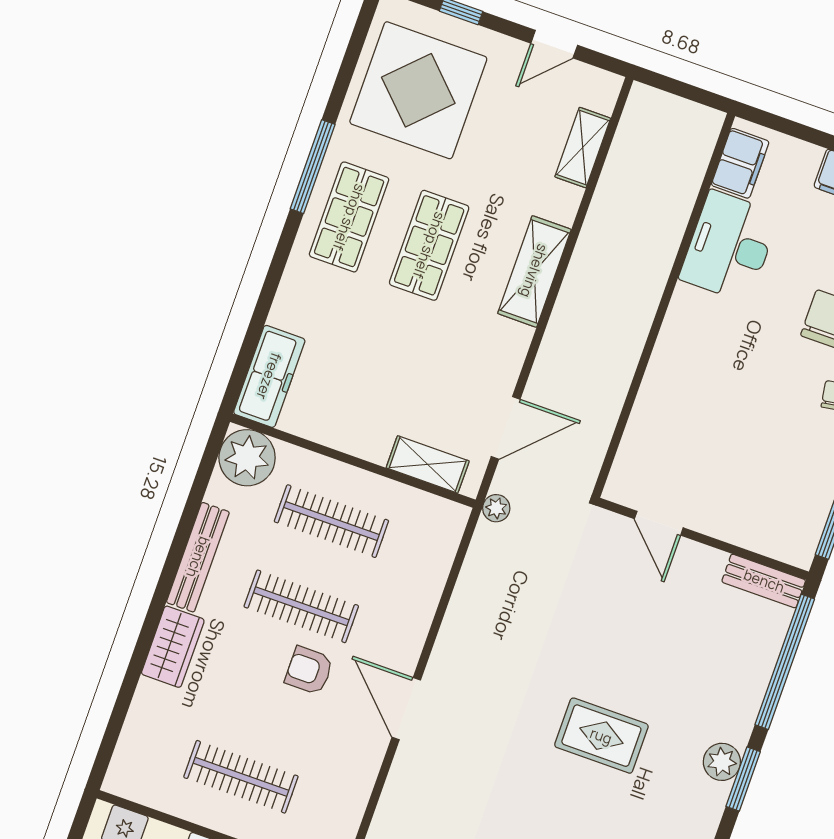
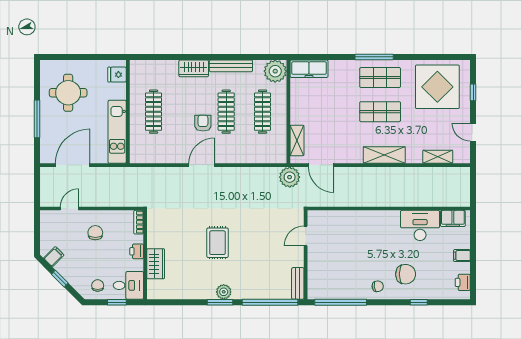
window: (313, 167) -> (374, 57), moved
plant: (496, 508) -> (290, 177), width x1.88, depth x1.88

